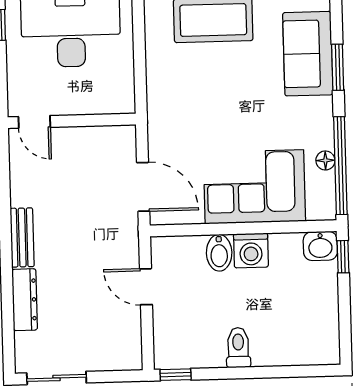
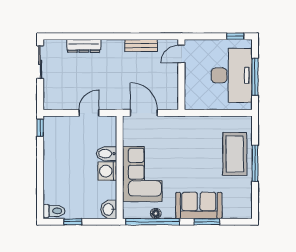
sofa: (308, 54) -> (199, 205), moved
door: (143, 187) -> (144, 113), swing flipped
bench: (22, 237) -> (141, 45), moved
window: (343, 257) -> (73, 222), moved
toilet: (238, 348) -> (54, 211), moved

